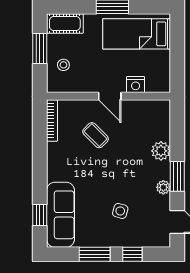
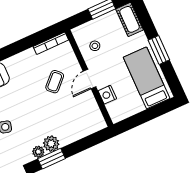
stool: (63, 65) -> (95, 46), moved
plant: (161, 151) -> (51, 144), moved

